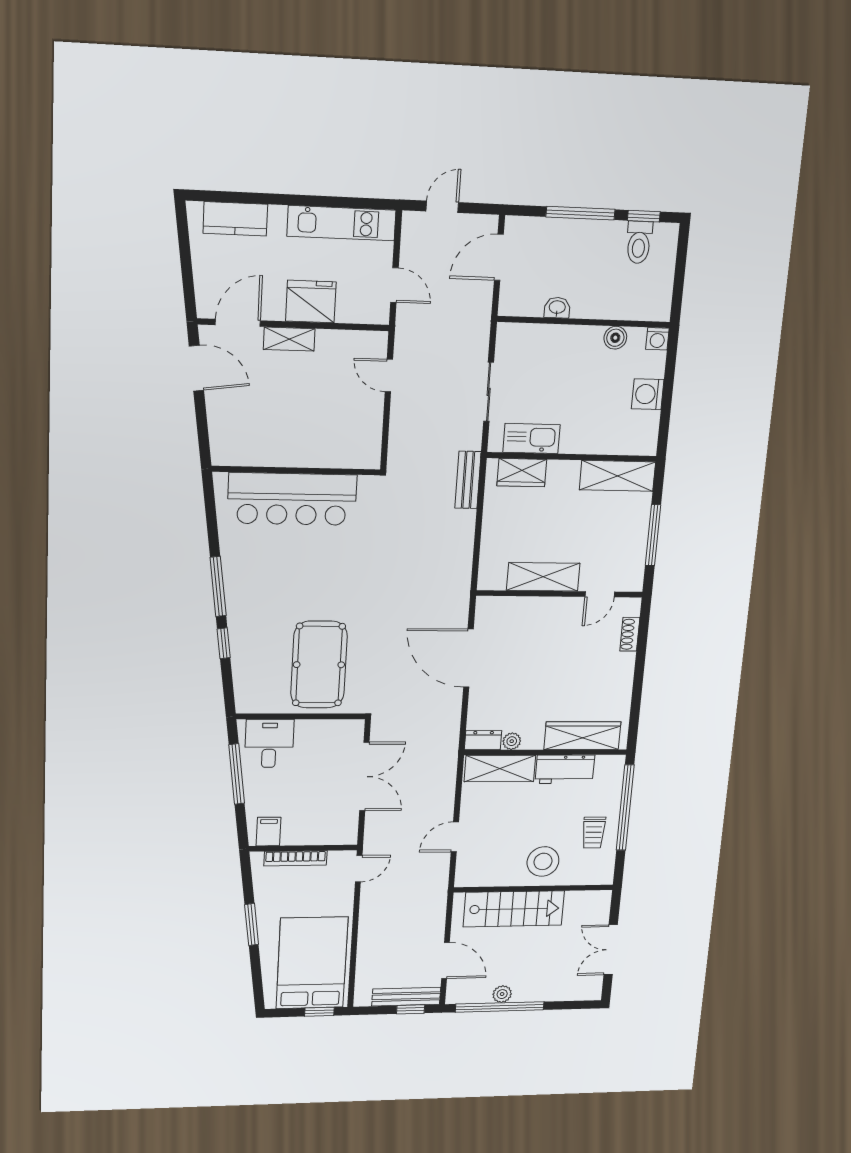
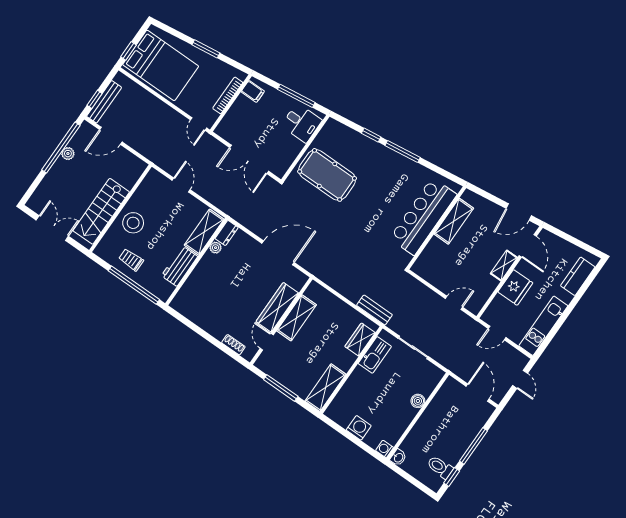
washbasin: (557, 308) -> (398, 458), moved
boiler: (615, 338) -> (418, 401), moved
shelving: (271, 452) -> (454, 221), added
wardrobe: (582, 736) -> (277, 307), moved, turned 180
stairs: (514, 909) -> (101, 211), moved

